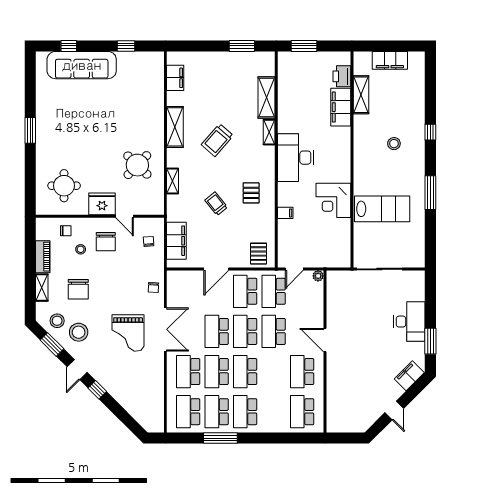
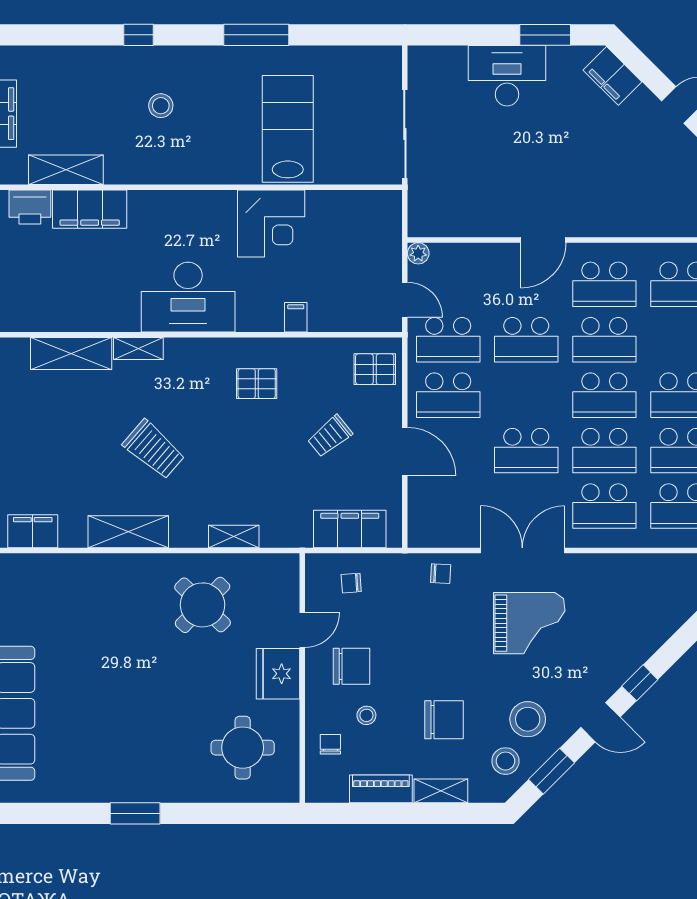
trolley: (216, 204) -> (330, 436), moved
school desk: (245, 331) -> (604, 340), moved

